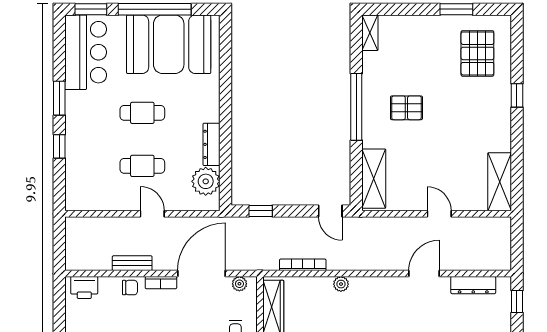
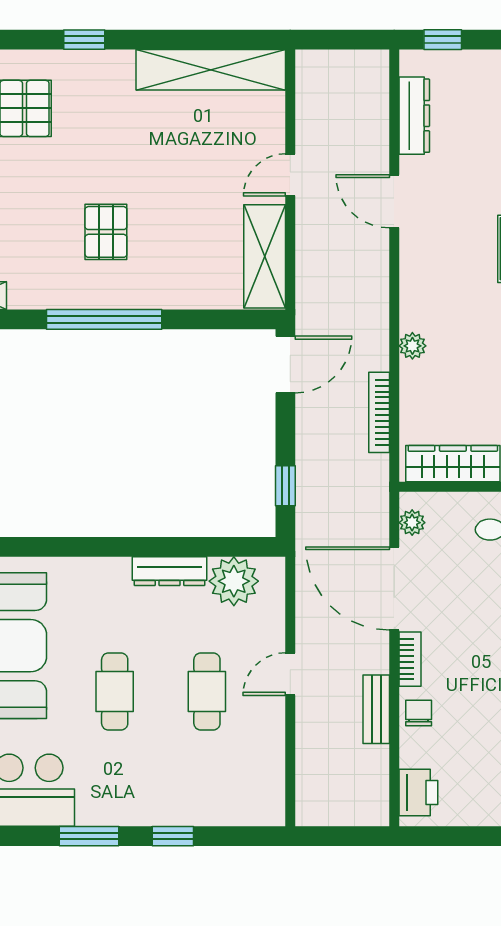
shelving: (374, 179) -> (265, 256), moved, turned 90
shelving: (500, 182) -> (211, 70), width x1.47
door: (330, 211) -> (285, 365), width x1.38

